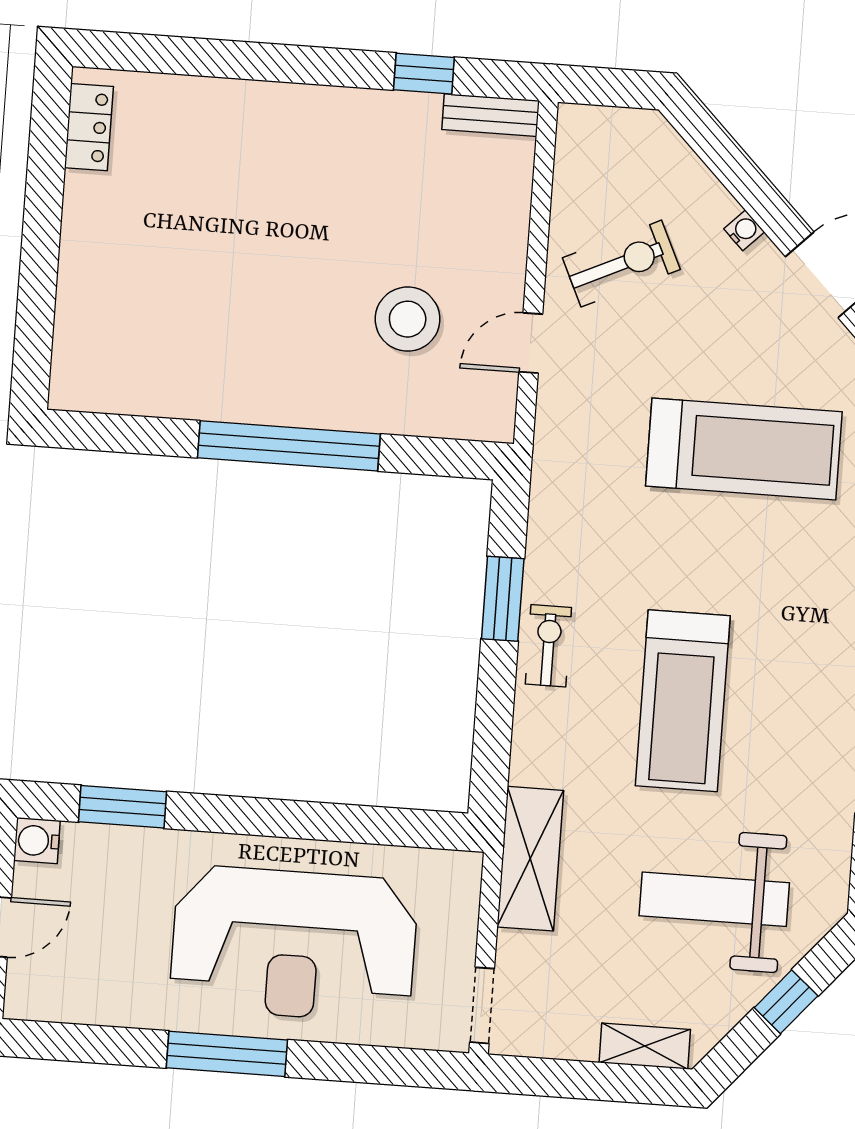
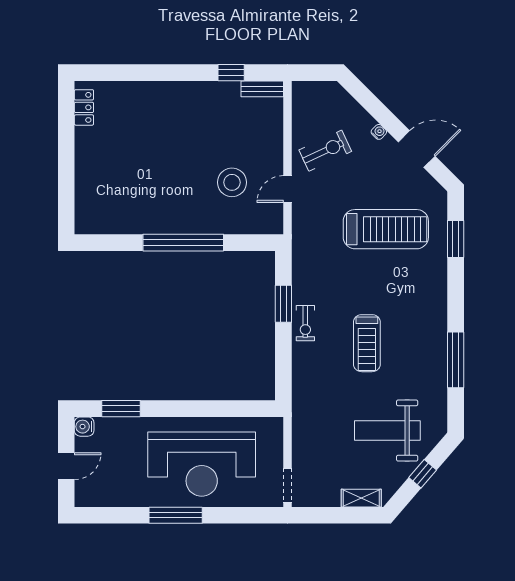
exercise bike: (548, 646) -> (305, 323), turned 180
treadmill: (683, 701) -> (367, 343), width x0.73, depth x0.73
shelving: (530, 859) -> (304, 418), removed

